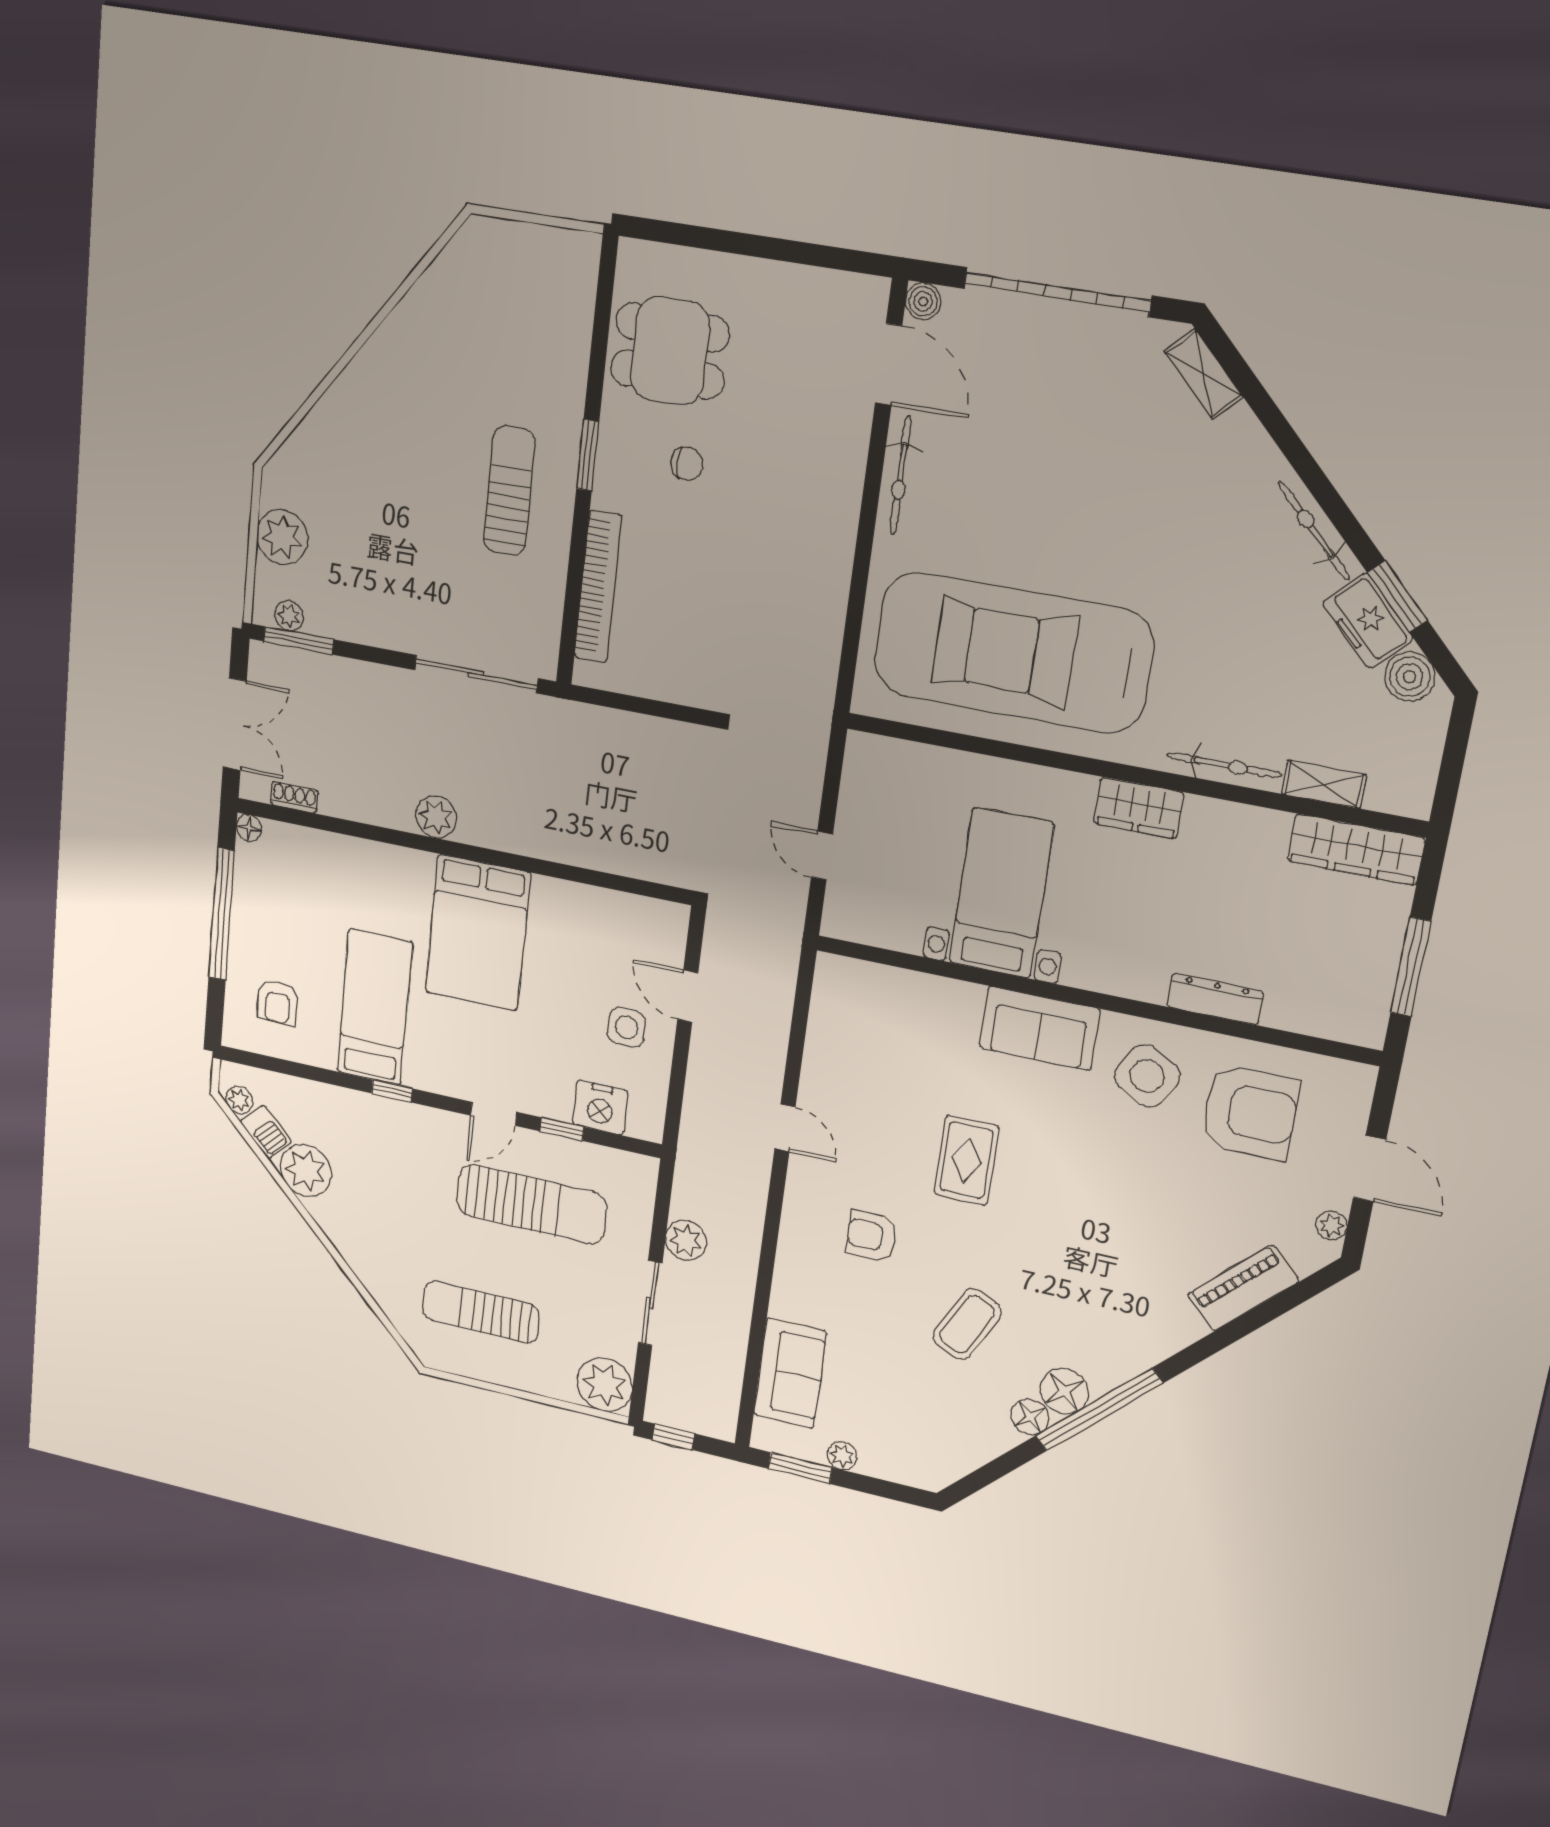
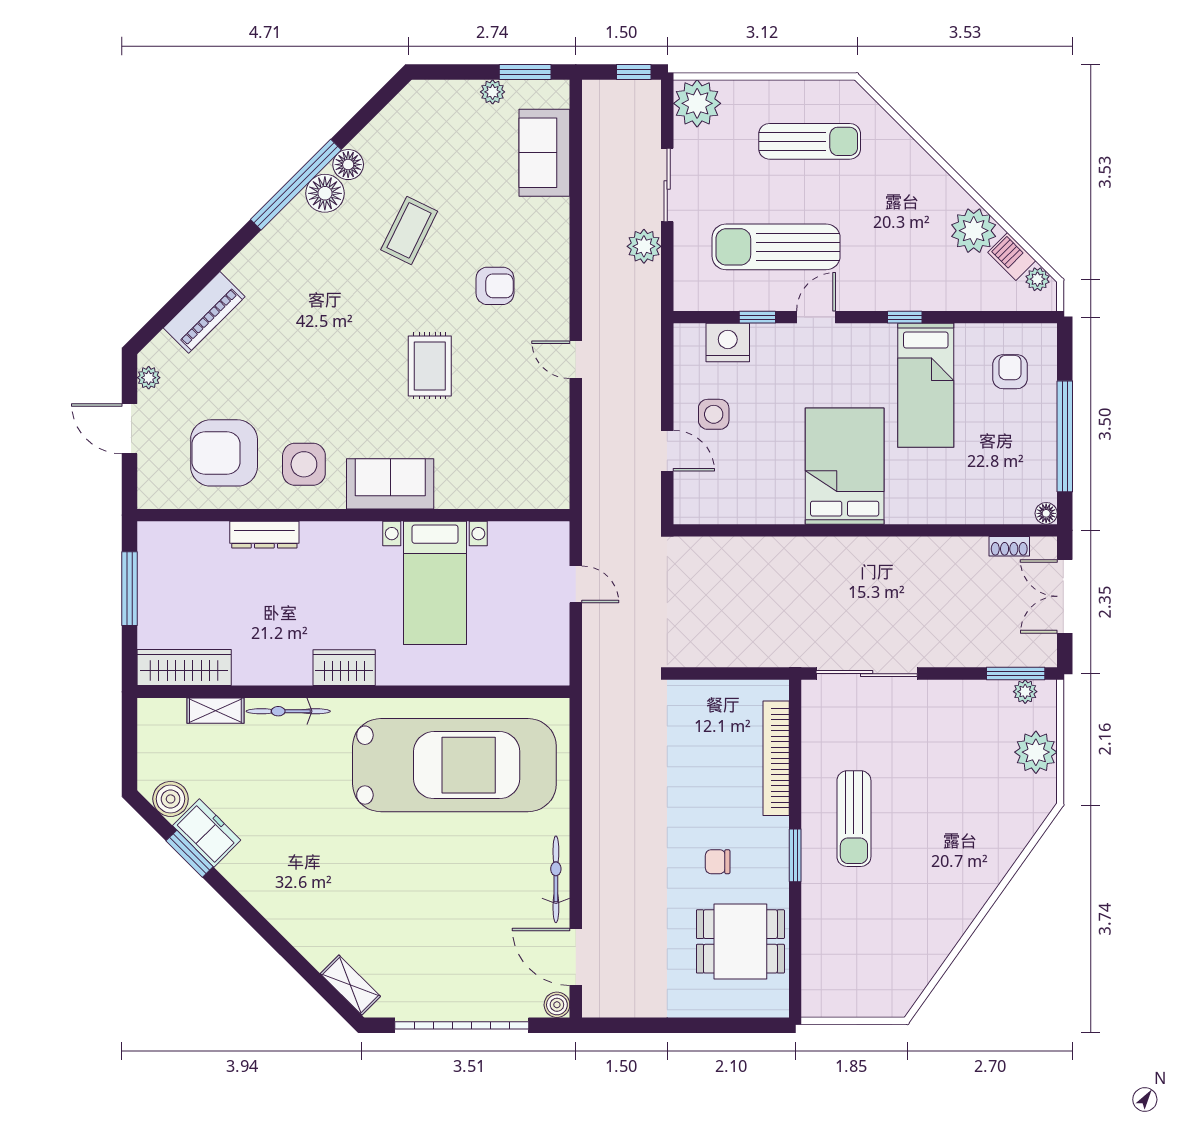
bicycle: (1314, 531) -> (255, 890), removed
plant: (436, 817) -> (889, 554), removed
side table: (1147, 1076) -> (304, 464), turned -30

